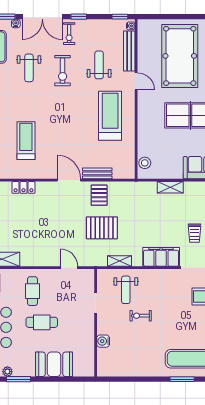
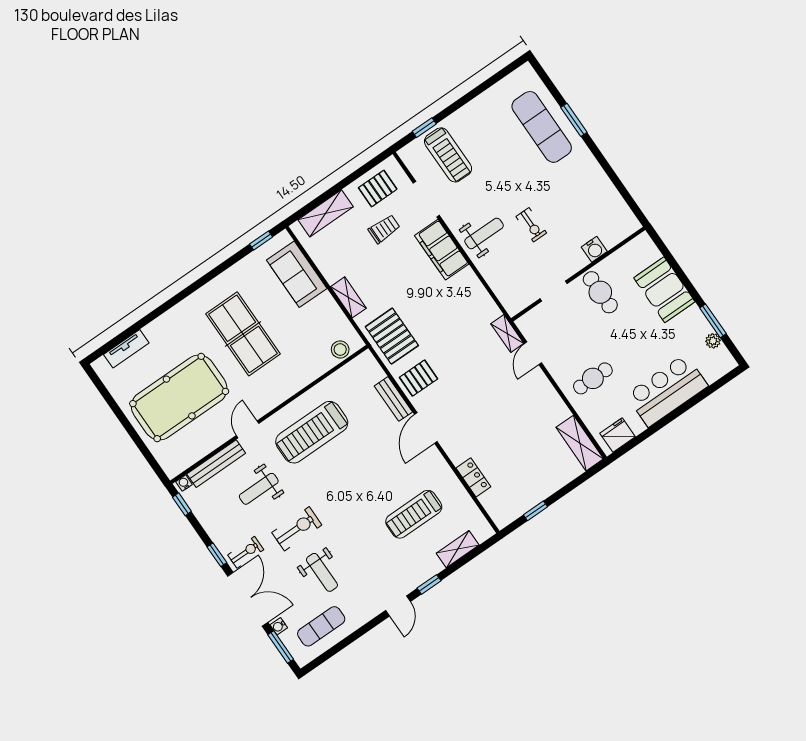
weight bench: (29, 68) -> (322, 572), turned 90
pallet: (102, 228) -> (392, 336), moved
shelving: (120, 261) -> (507, 333), moved
weight bench: (126, 290) -> (484, 233), moved
cafe table: (42, 322) -> (600, 292), moved

